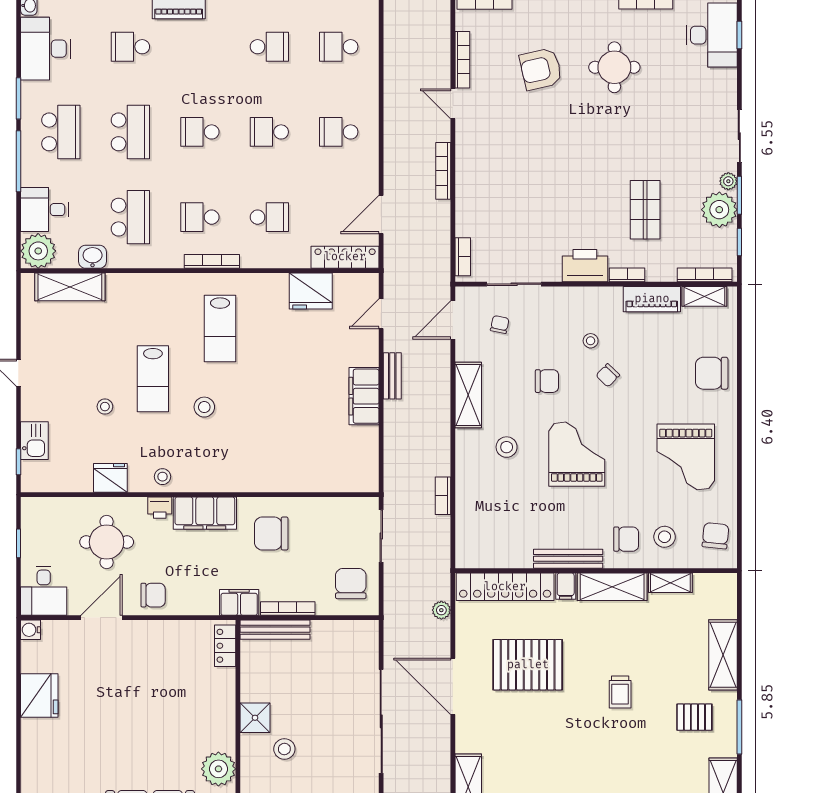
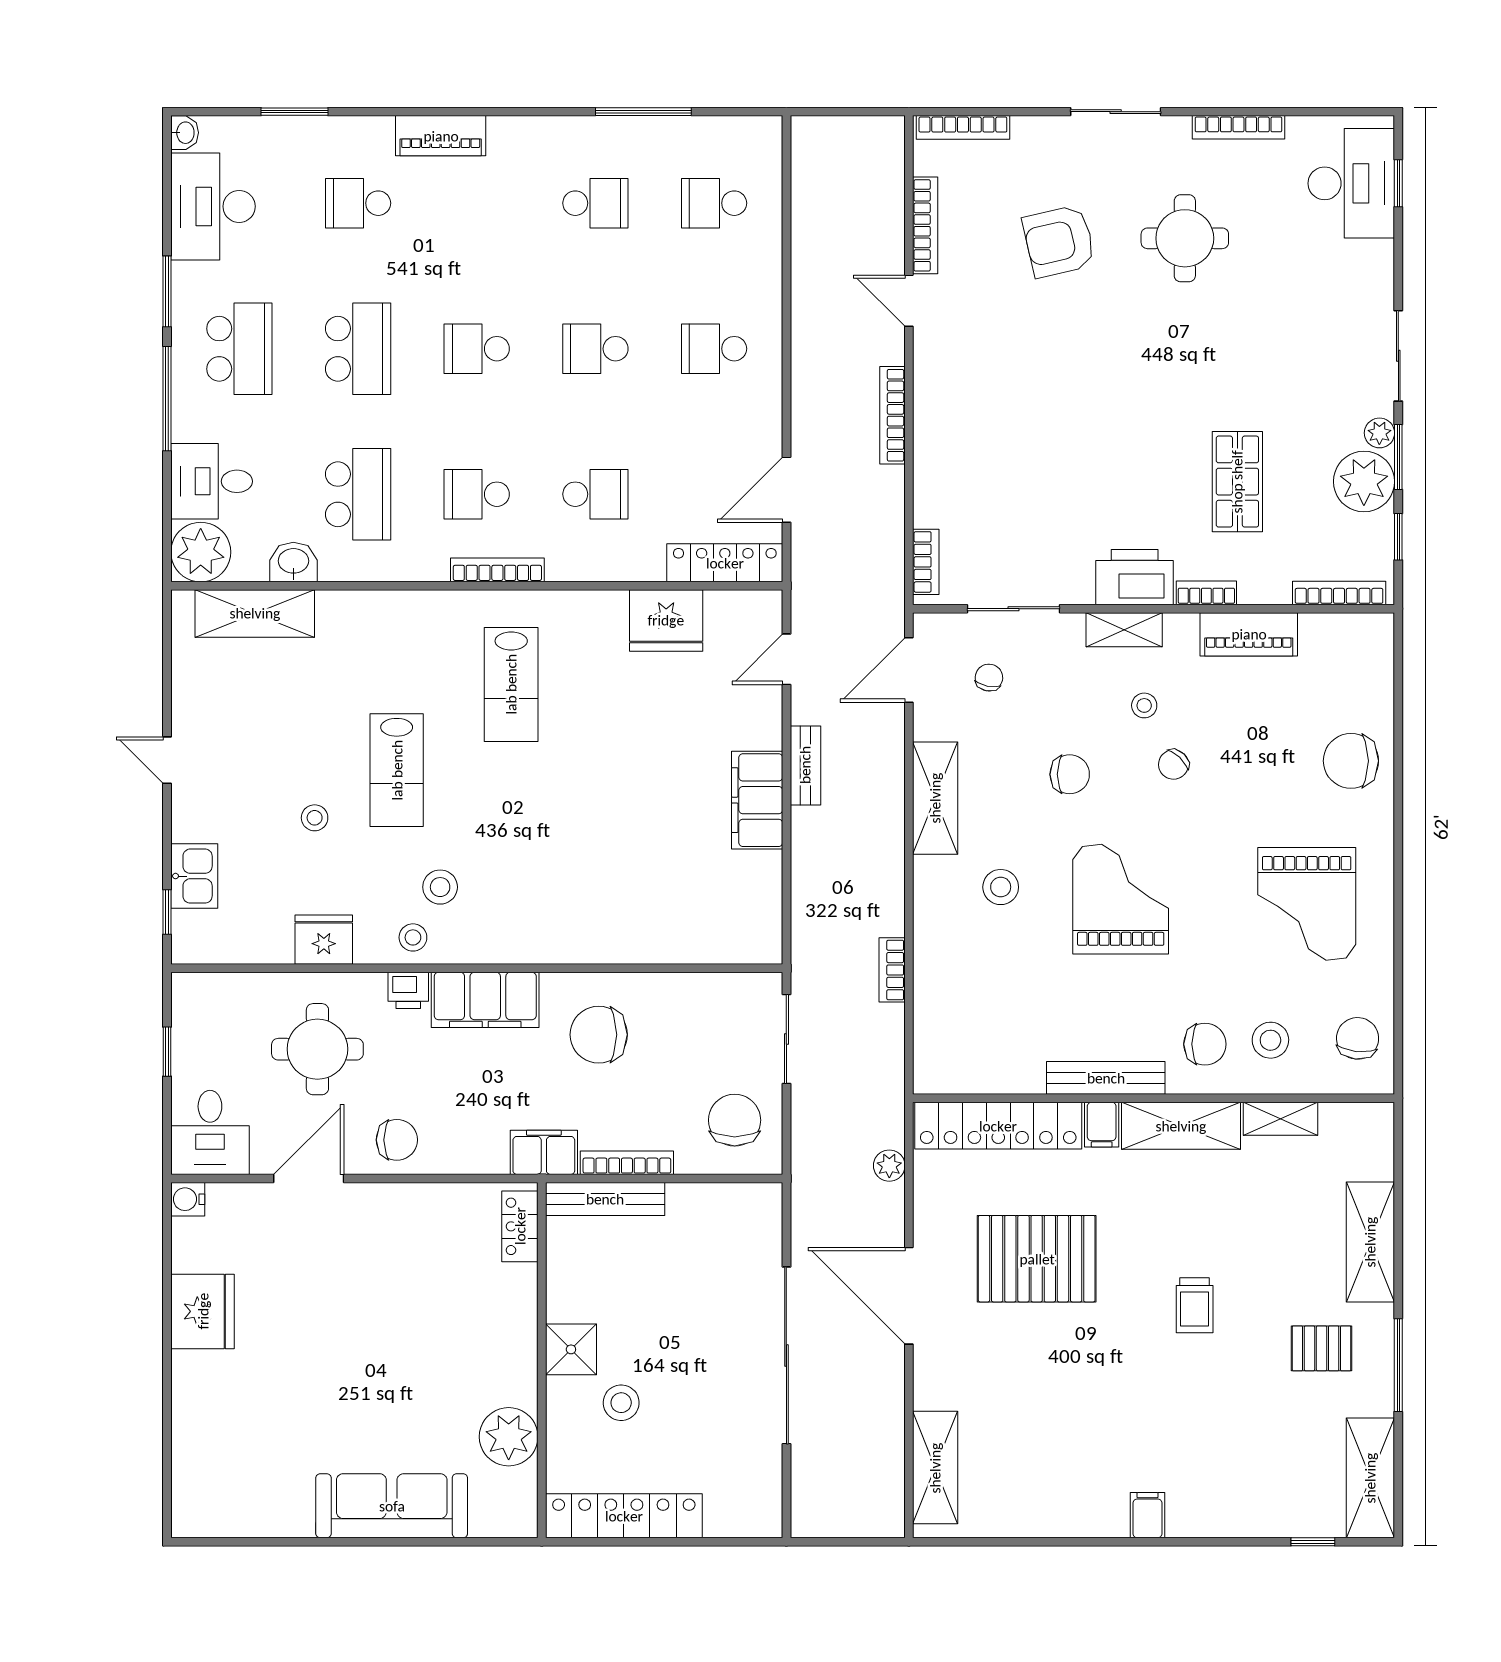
shelving: (704, 296) -> (1124, 630), moved
stool: (204, 407) -> (440, 887), moved

